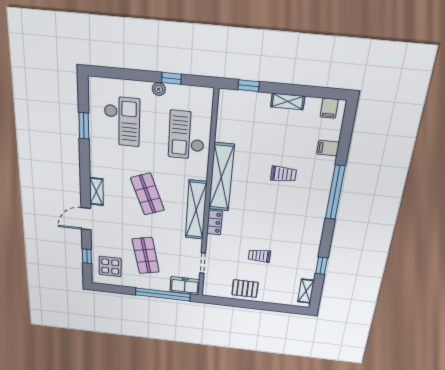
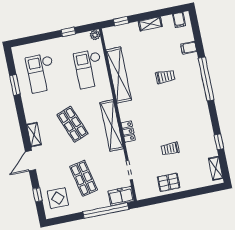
plant: (159, 89) -> (95, 35), moved
checkout: (122, 121) -> (41, 73), turned 180
shelving: (221, 177) -> (119, 75), moved

